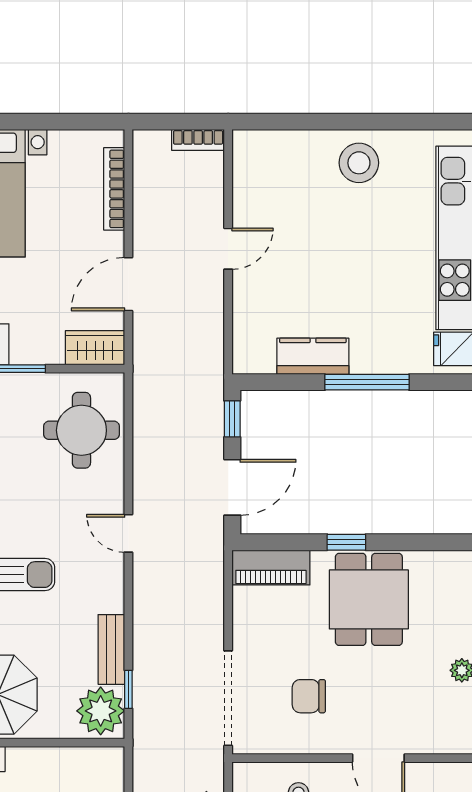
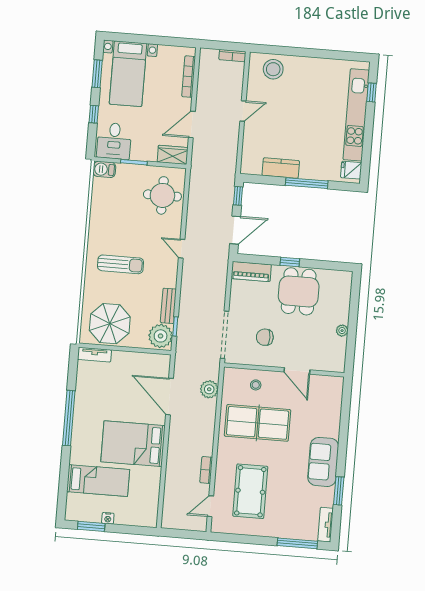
stool: (359, 163) -> (273, 69), moved

